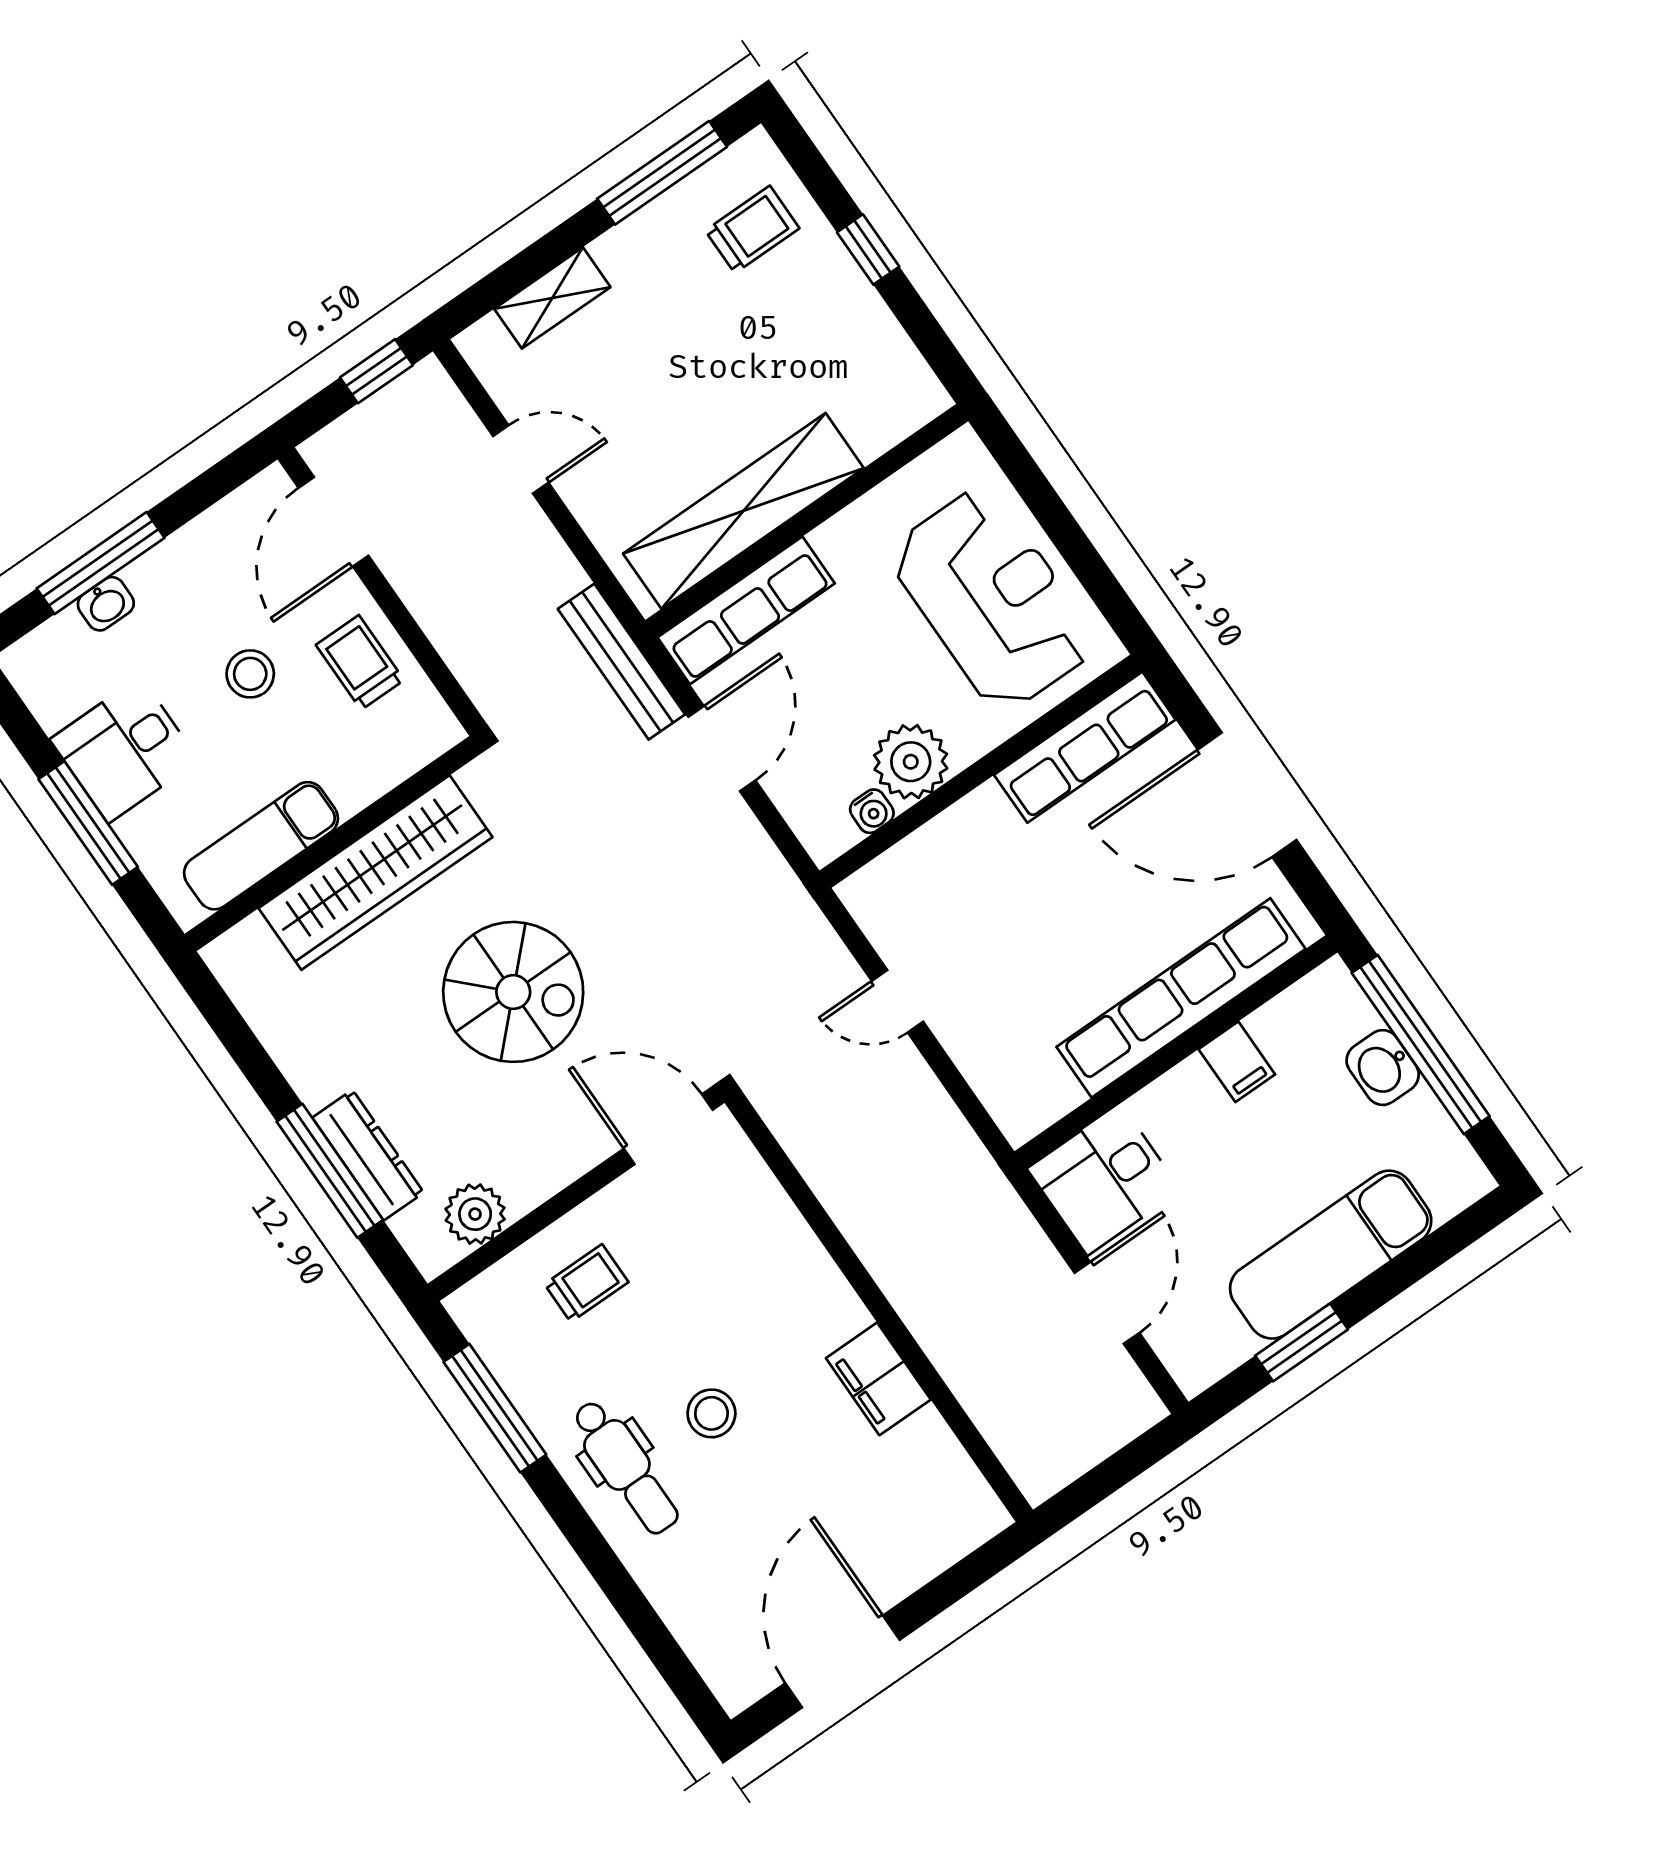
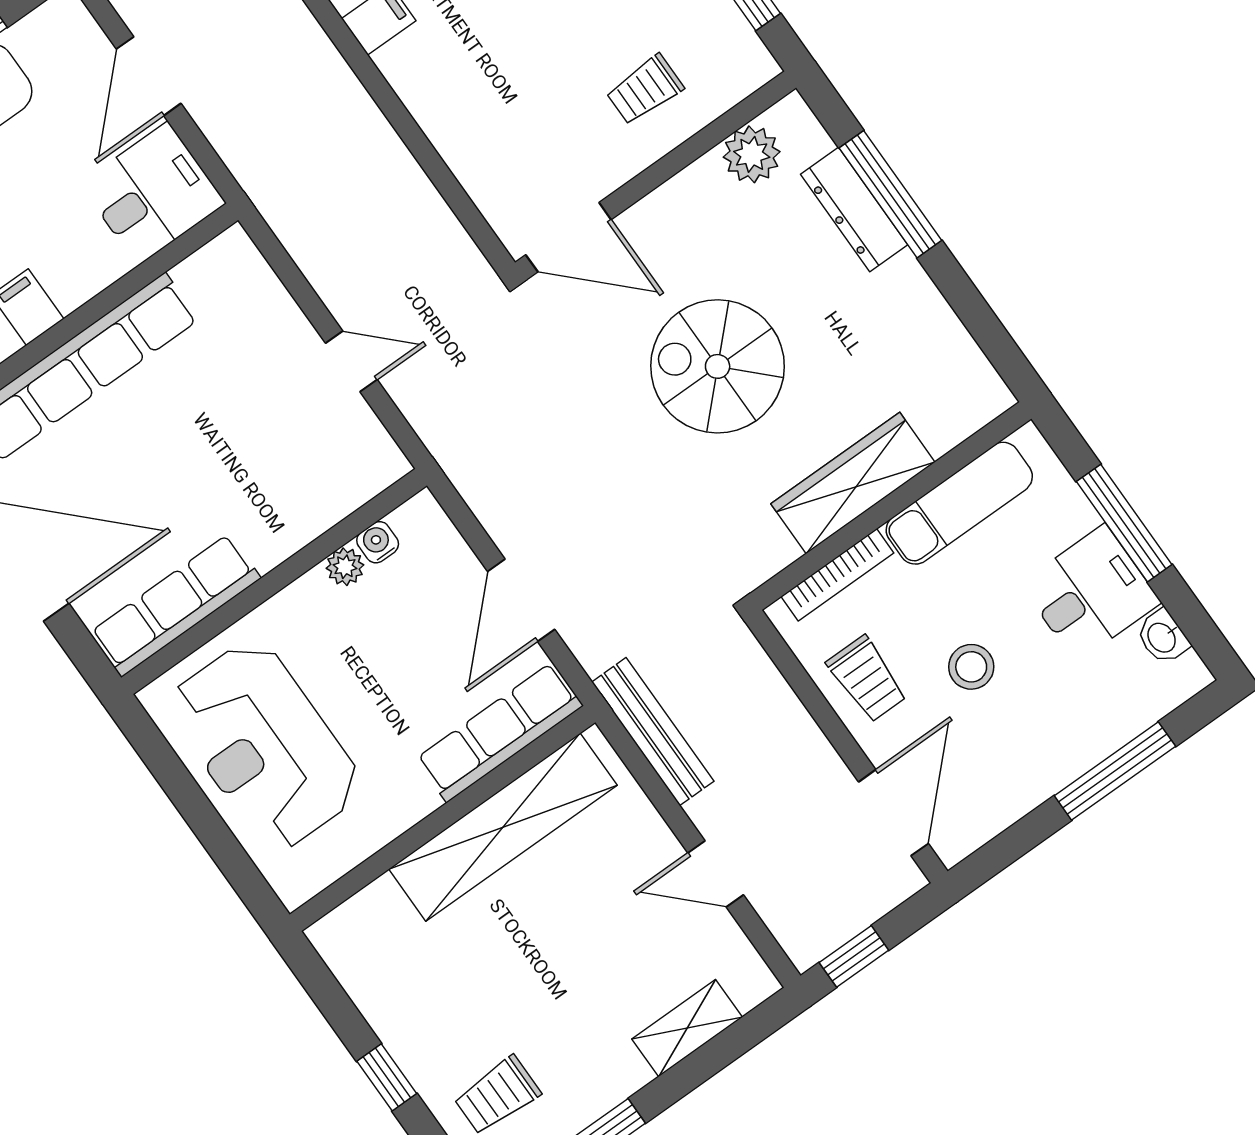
washbasin: (106, 604) -> (1163, 637), moved, turned -90
bench: (621, 662) -> (653, 732), moved
plant: (911, 762) -> (345, 567), width x0.53, depth x0.53
bookcase: (390, 772) -> (837, 575), added
wardrobe: (376, 873) -> (853, 483), width x0.71, depth x0.85

